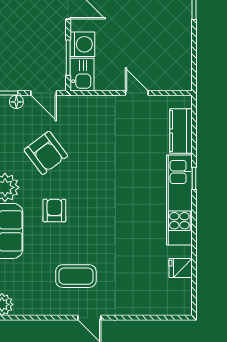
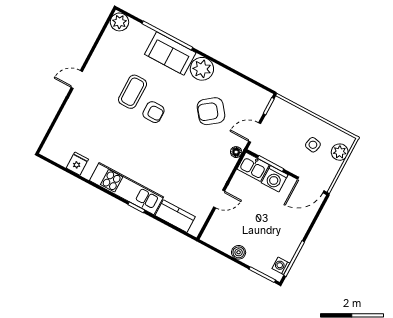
side table: (23, 22) -> (313, 145), added
boiler: (184, 41) -> (239, 252), added
floor lamp: (16, 102) -> (236, 152), moved
armchair: (54, 211) -> (153, 112), moved
coffee table: (76, 276) -> (133, 92), moved

